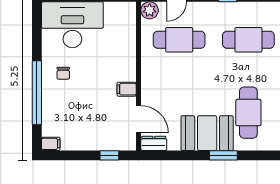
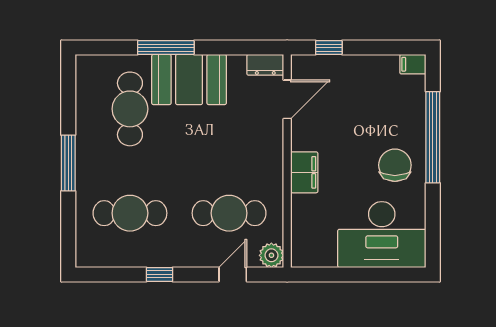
chair: (63, 73) -> (395, 165), width x1.87, depth x1.87
filing cabinet: (127, 89) -> (304, 172), moved, width x2.00
door: (139, 119) -> (287, 99), swing flipped
window: (223, 155) -> (166, 48), width x1.44

